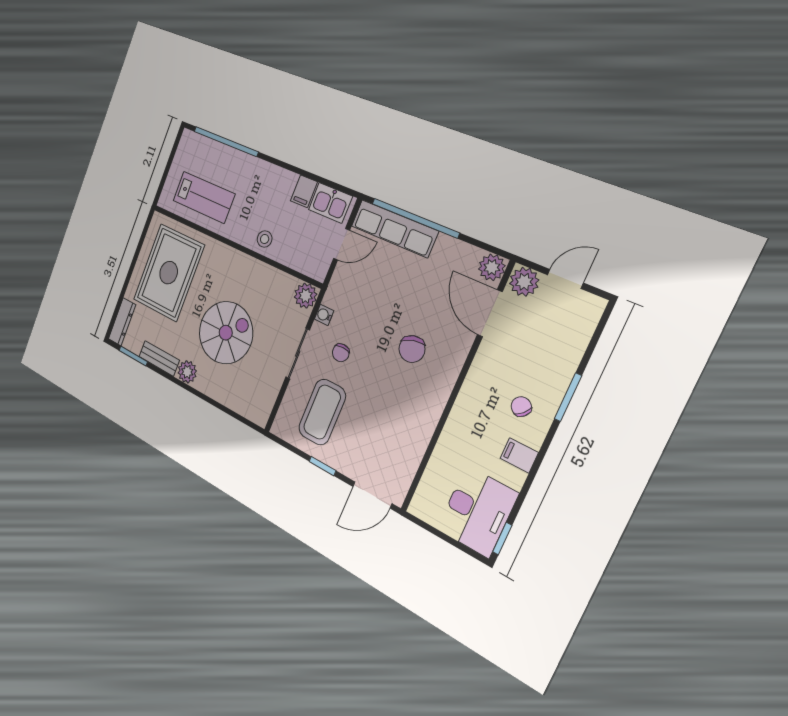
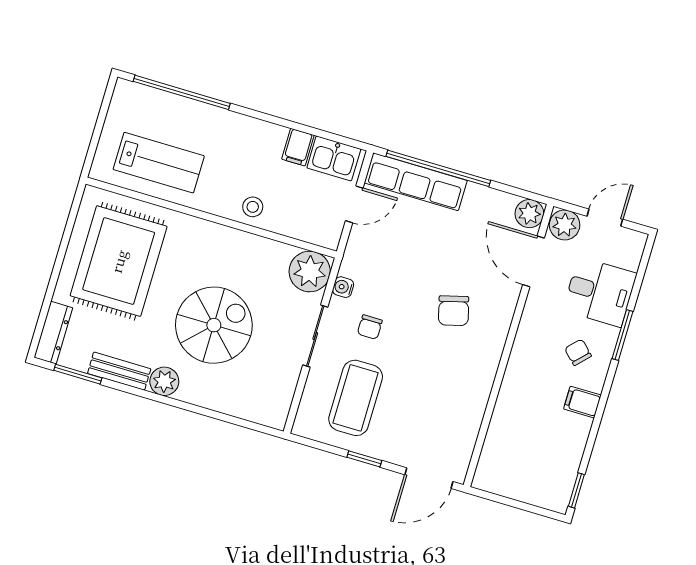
plant: (306, 296) -> (310, 271), width x1.36, depth x1.36
desk: (477, 512) -> (600, 292), moved, width x0.73

